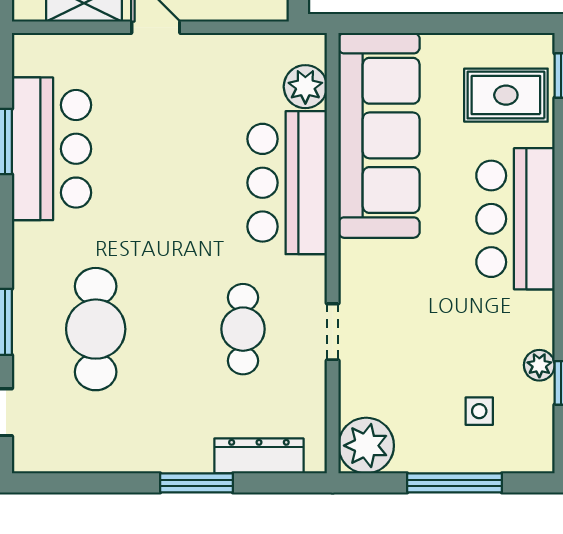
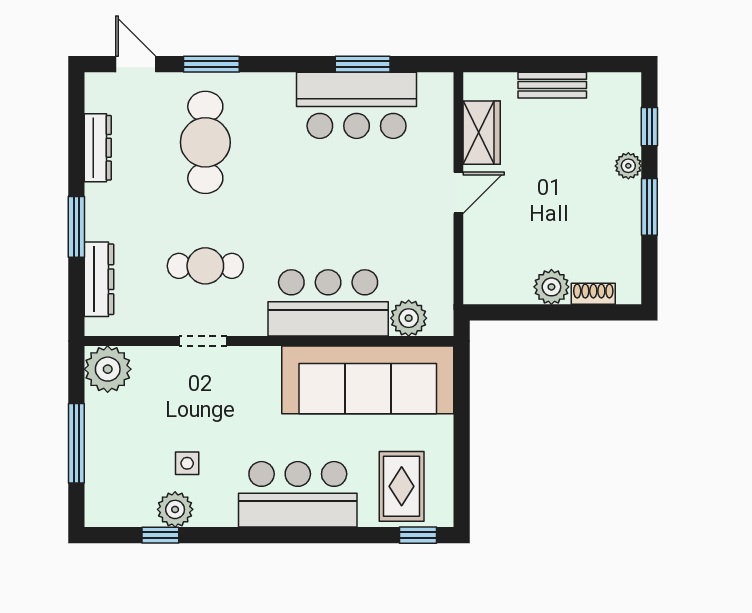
cafe table: (96, 329) -> (205, 142), turned 90
plant: (539, 365) -> (175, 509), width x1.38, depth x1.38
side table: (479, 411) -> (187, 463), moved
dresser: (102, 457) -> (98, 148), added

